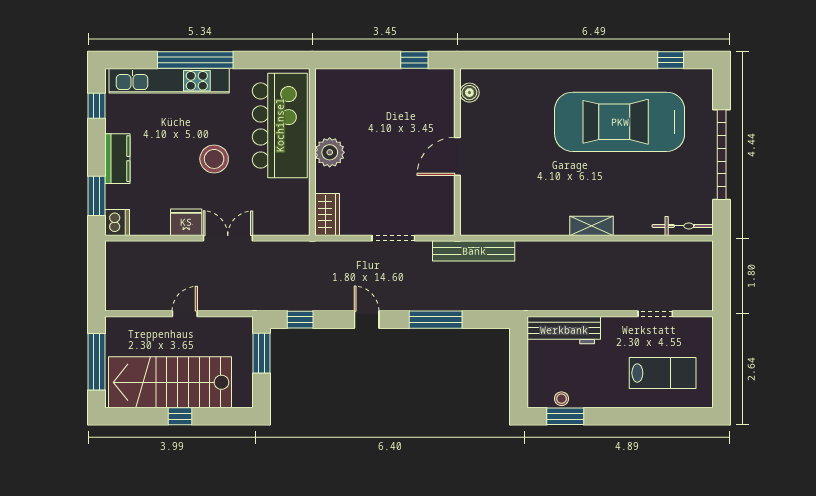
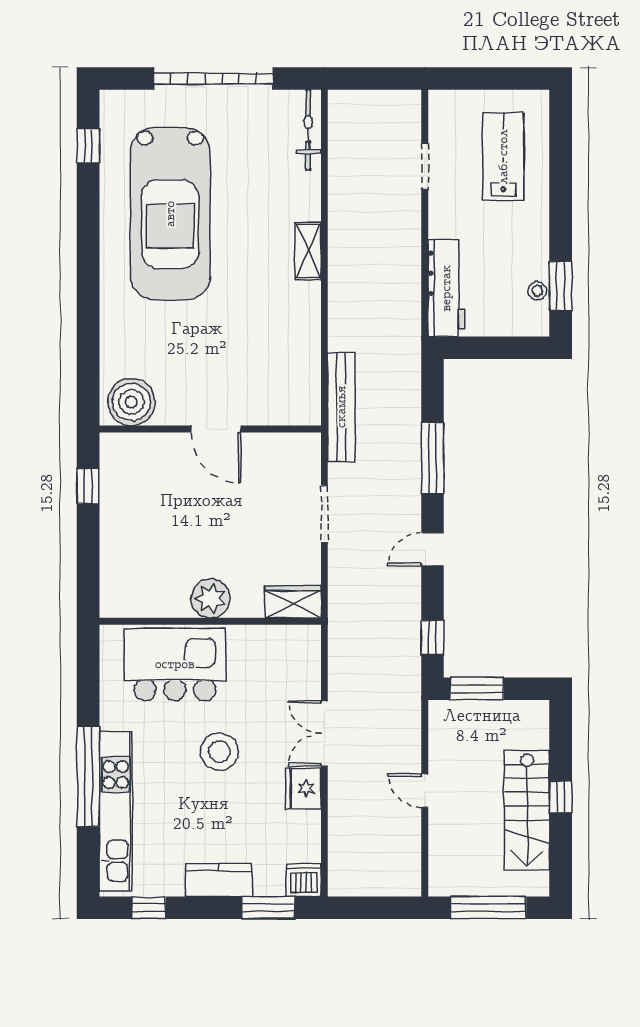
boiler: (469, 93) -> (131, 402), width x1.86, depth x1.86
kitchen island: (280, 125) -> (175, 664), width x0.73
stairs: (170, 382) -> (527, 810), width x0.73, depth x0.66

